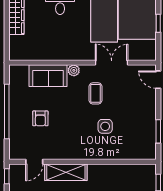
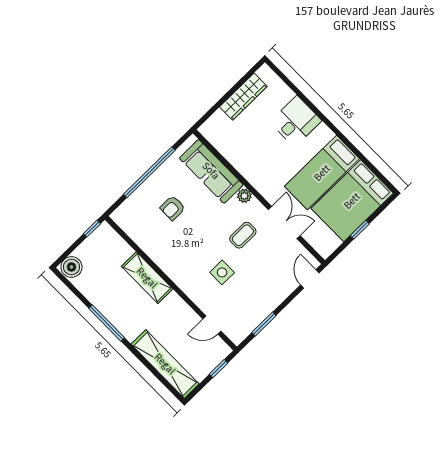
sofa: (48, 76) -> (211, 171), width x1.36
door: (34, 162) -> (212, 325), moved

